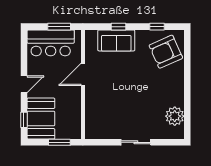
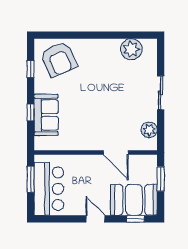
door: (83, 74) -> (116, 152), moved
plant: (103, 132) -> (149, 130), added

